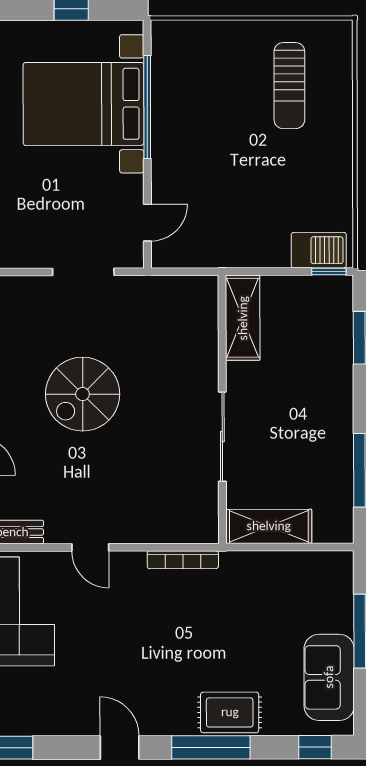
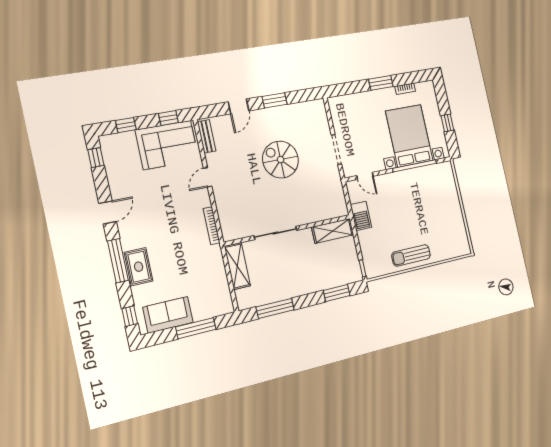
sun lounger: (289, 86) -> (411, 255), moved
barbecue: (319, 250) -> (361, 216), moved

